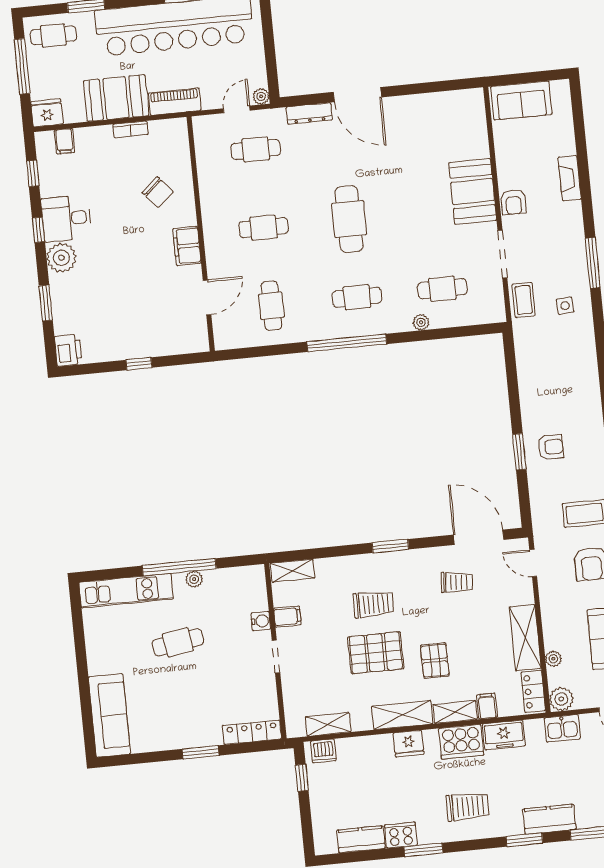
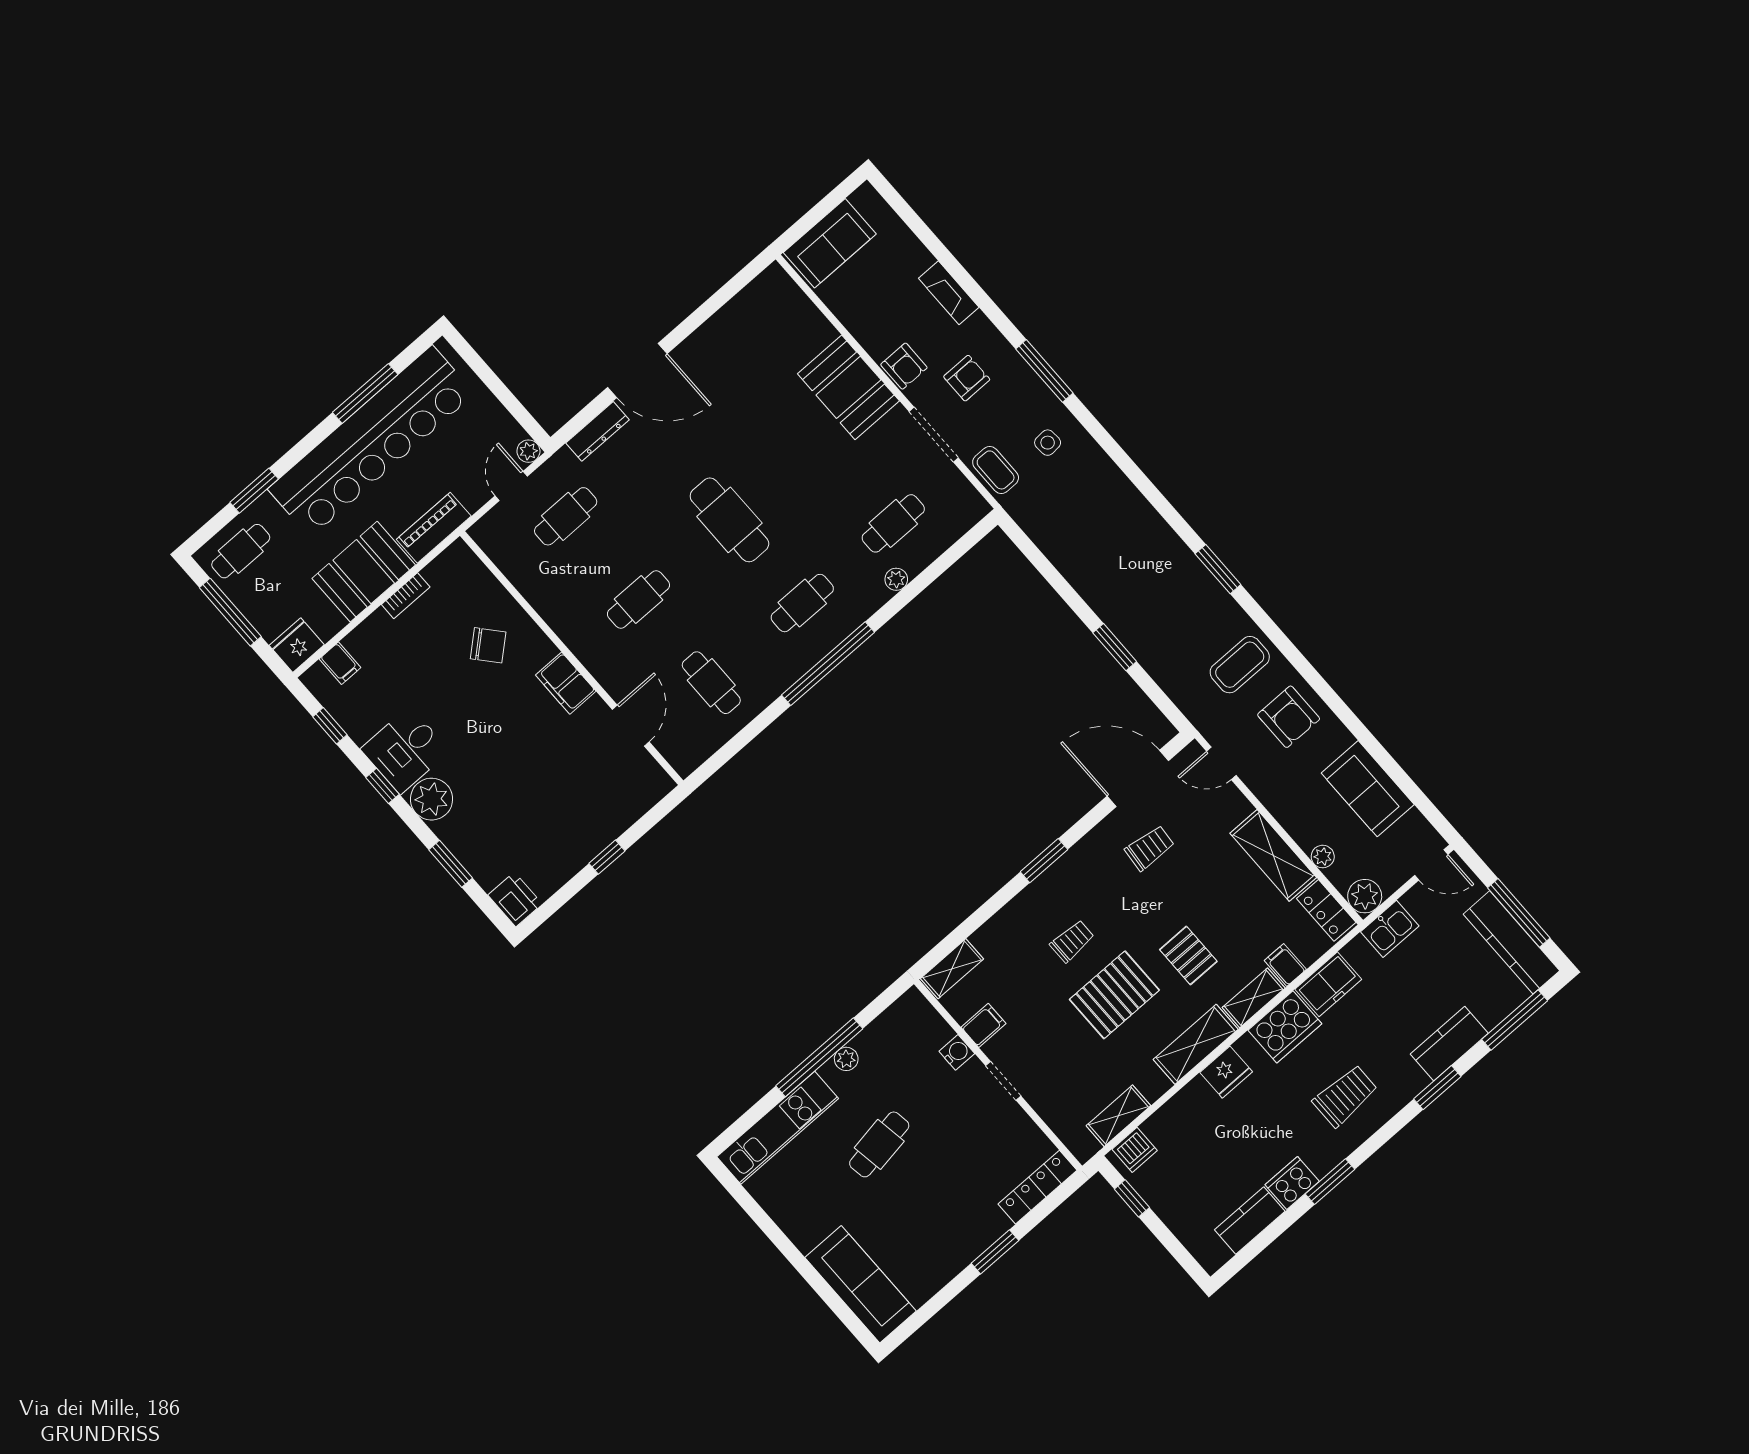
armchair: (551, 447) -> (967, 378), moved
trolley: (373, 604) -> (1072, 941), width x0.73, depth x0.72

